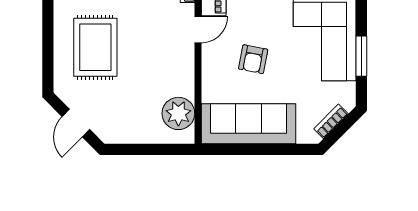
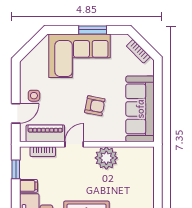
door: (198, 30) -> (74, 144), hinge flipped
plant: (178, 113) -> (106, 158), moved

